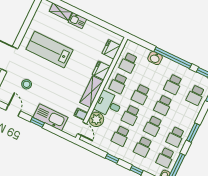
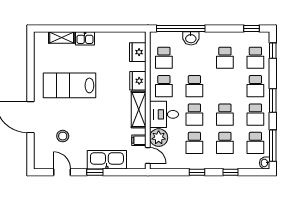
window: (173, 58) -> (181, 28), moved
school desk: (163, 105) -> (255, 86), moved

